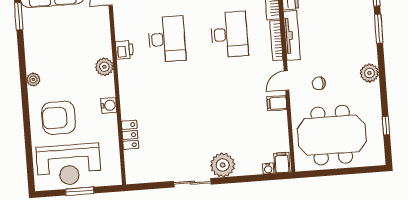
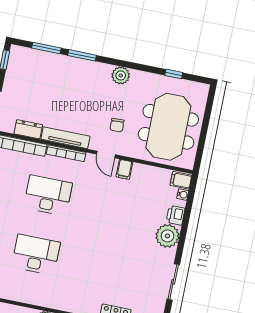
printer: (124, 50) -> (176, 215), moved, turned -90
sliding door: (192, 183) -> (173, 282), moved

